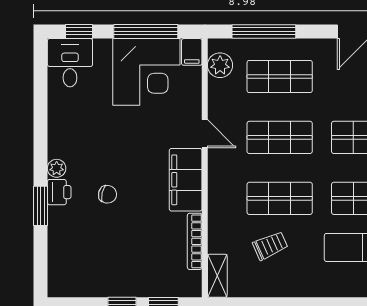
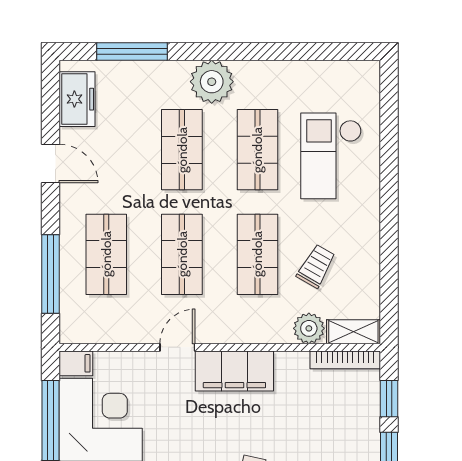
plant: (220, 65) -> (309, 328), moved
bookcase: (195, 241) -> (345, 360), moved
trolley: (270, 246) -> (316, 266), turned 54

